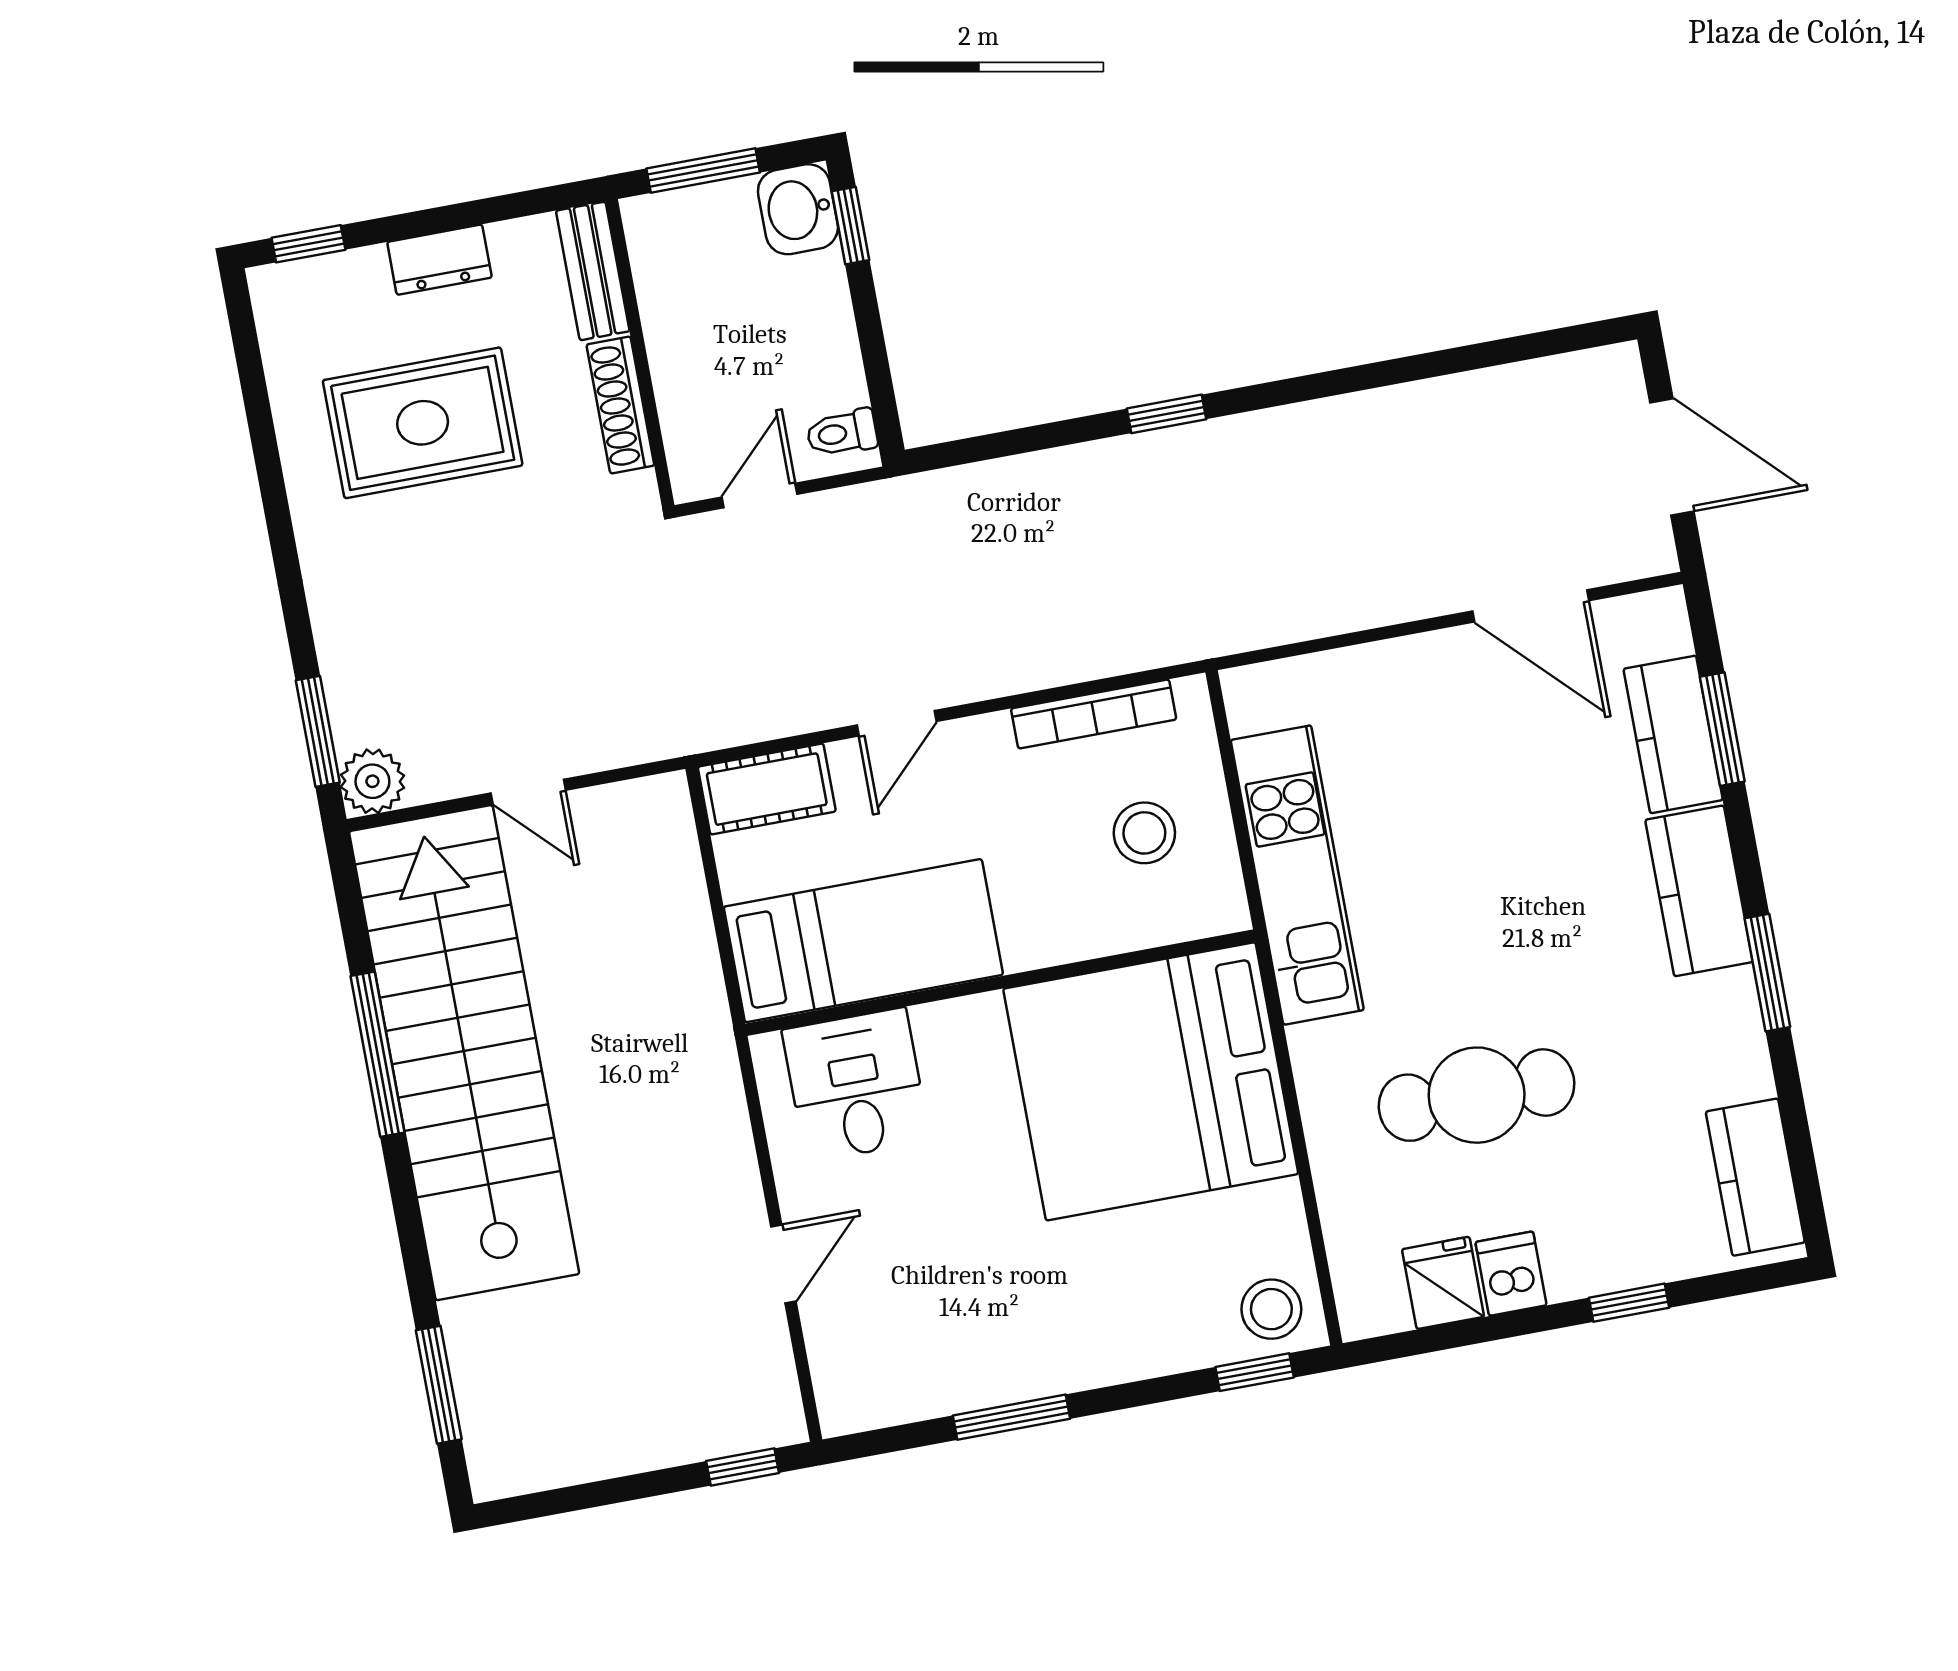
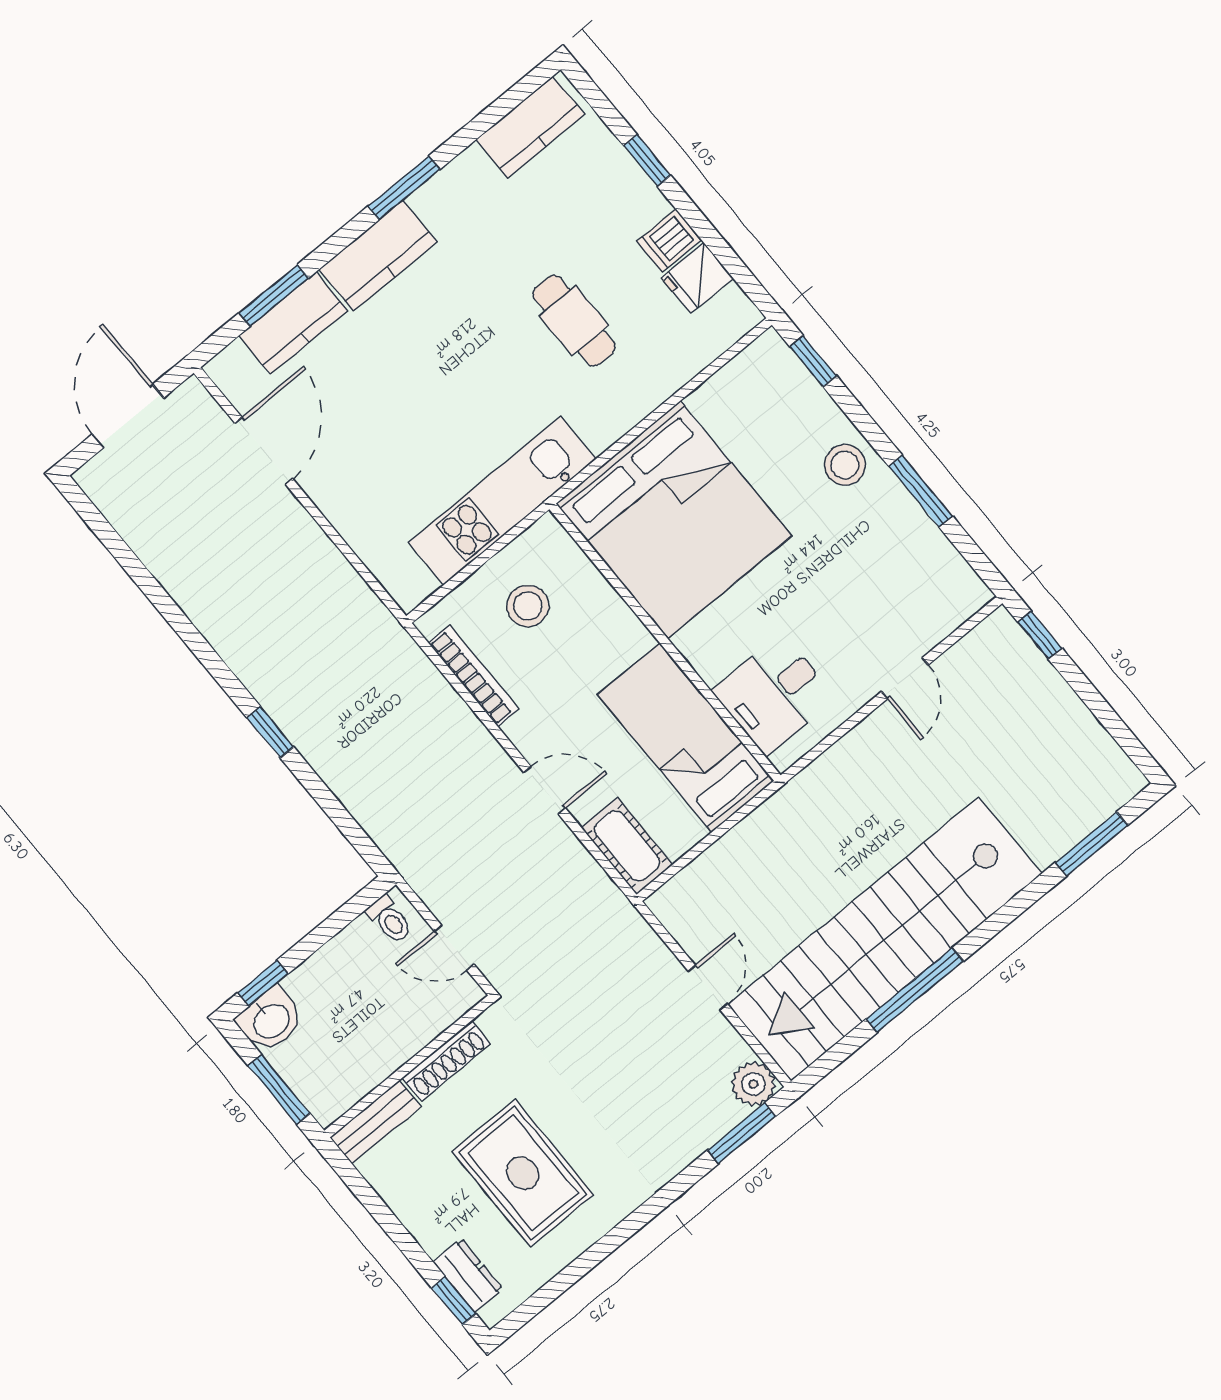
dresser: (439, 260) -> (468, 1275), moved
cafe table: (1477, 1095) -> (574, 321), width x0.73, depth x0.74
door: (783, 1264) -> (905, 678), swing flipped
stool: (1271, 1309) -> (845, 465), moved

